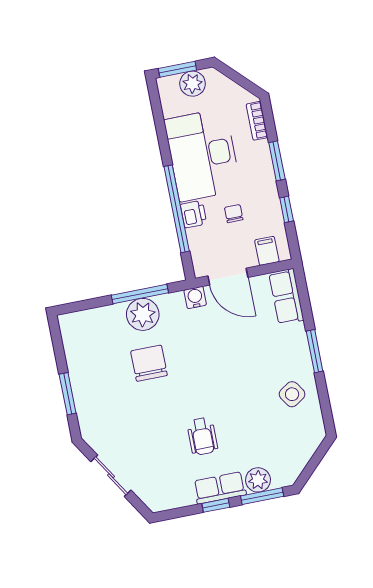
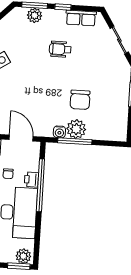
plant: (193, 84) -> (23, 256), moved
water cooler: (195, 297) -> (59, 132), moved
wheelchair: (202, 436) -> (60, 49), turned -90
row of seats: (220, 488) -> (81, 18), moved

